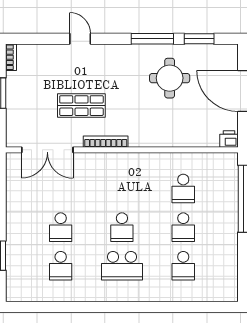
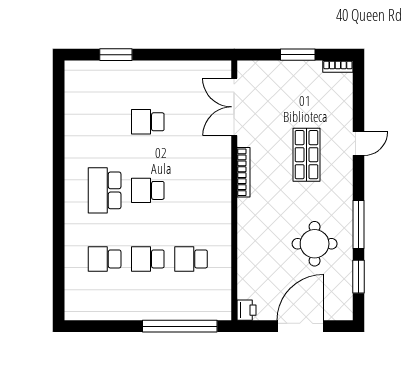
shop shelf: (81, 106) -> (307, 155), moved
school desk: (61, 266) -> (105, 122), removed

